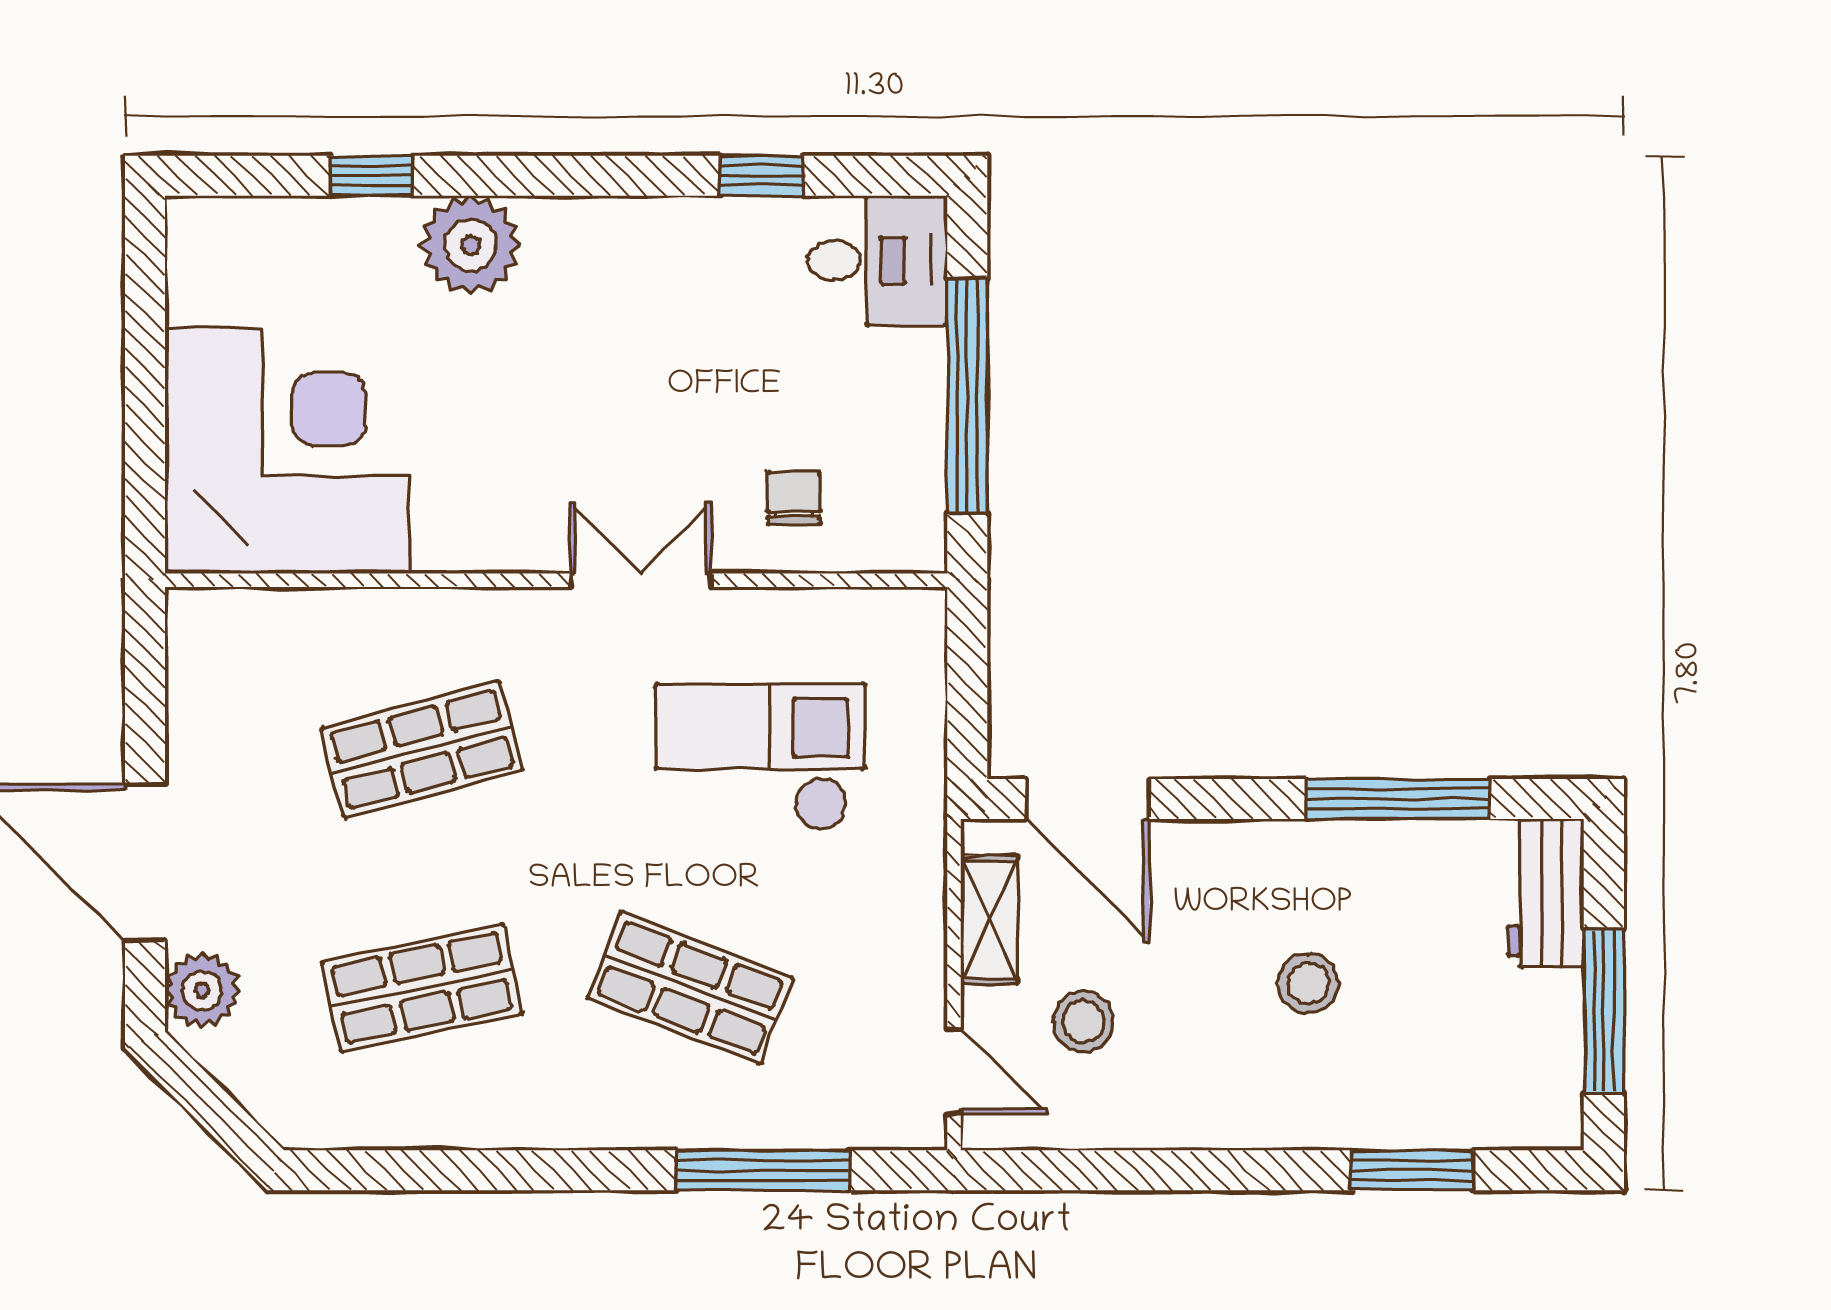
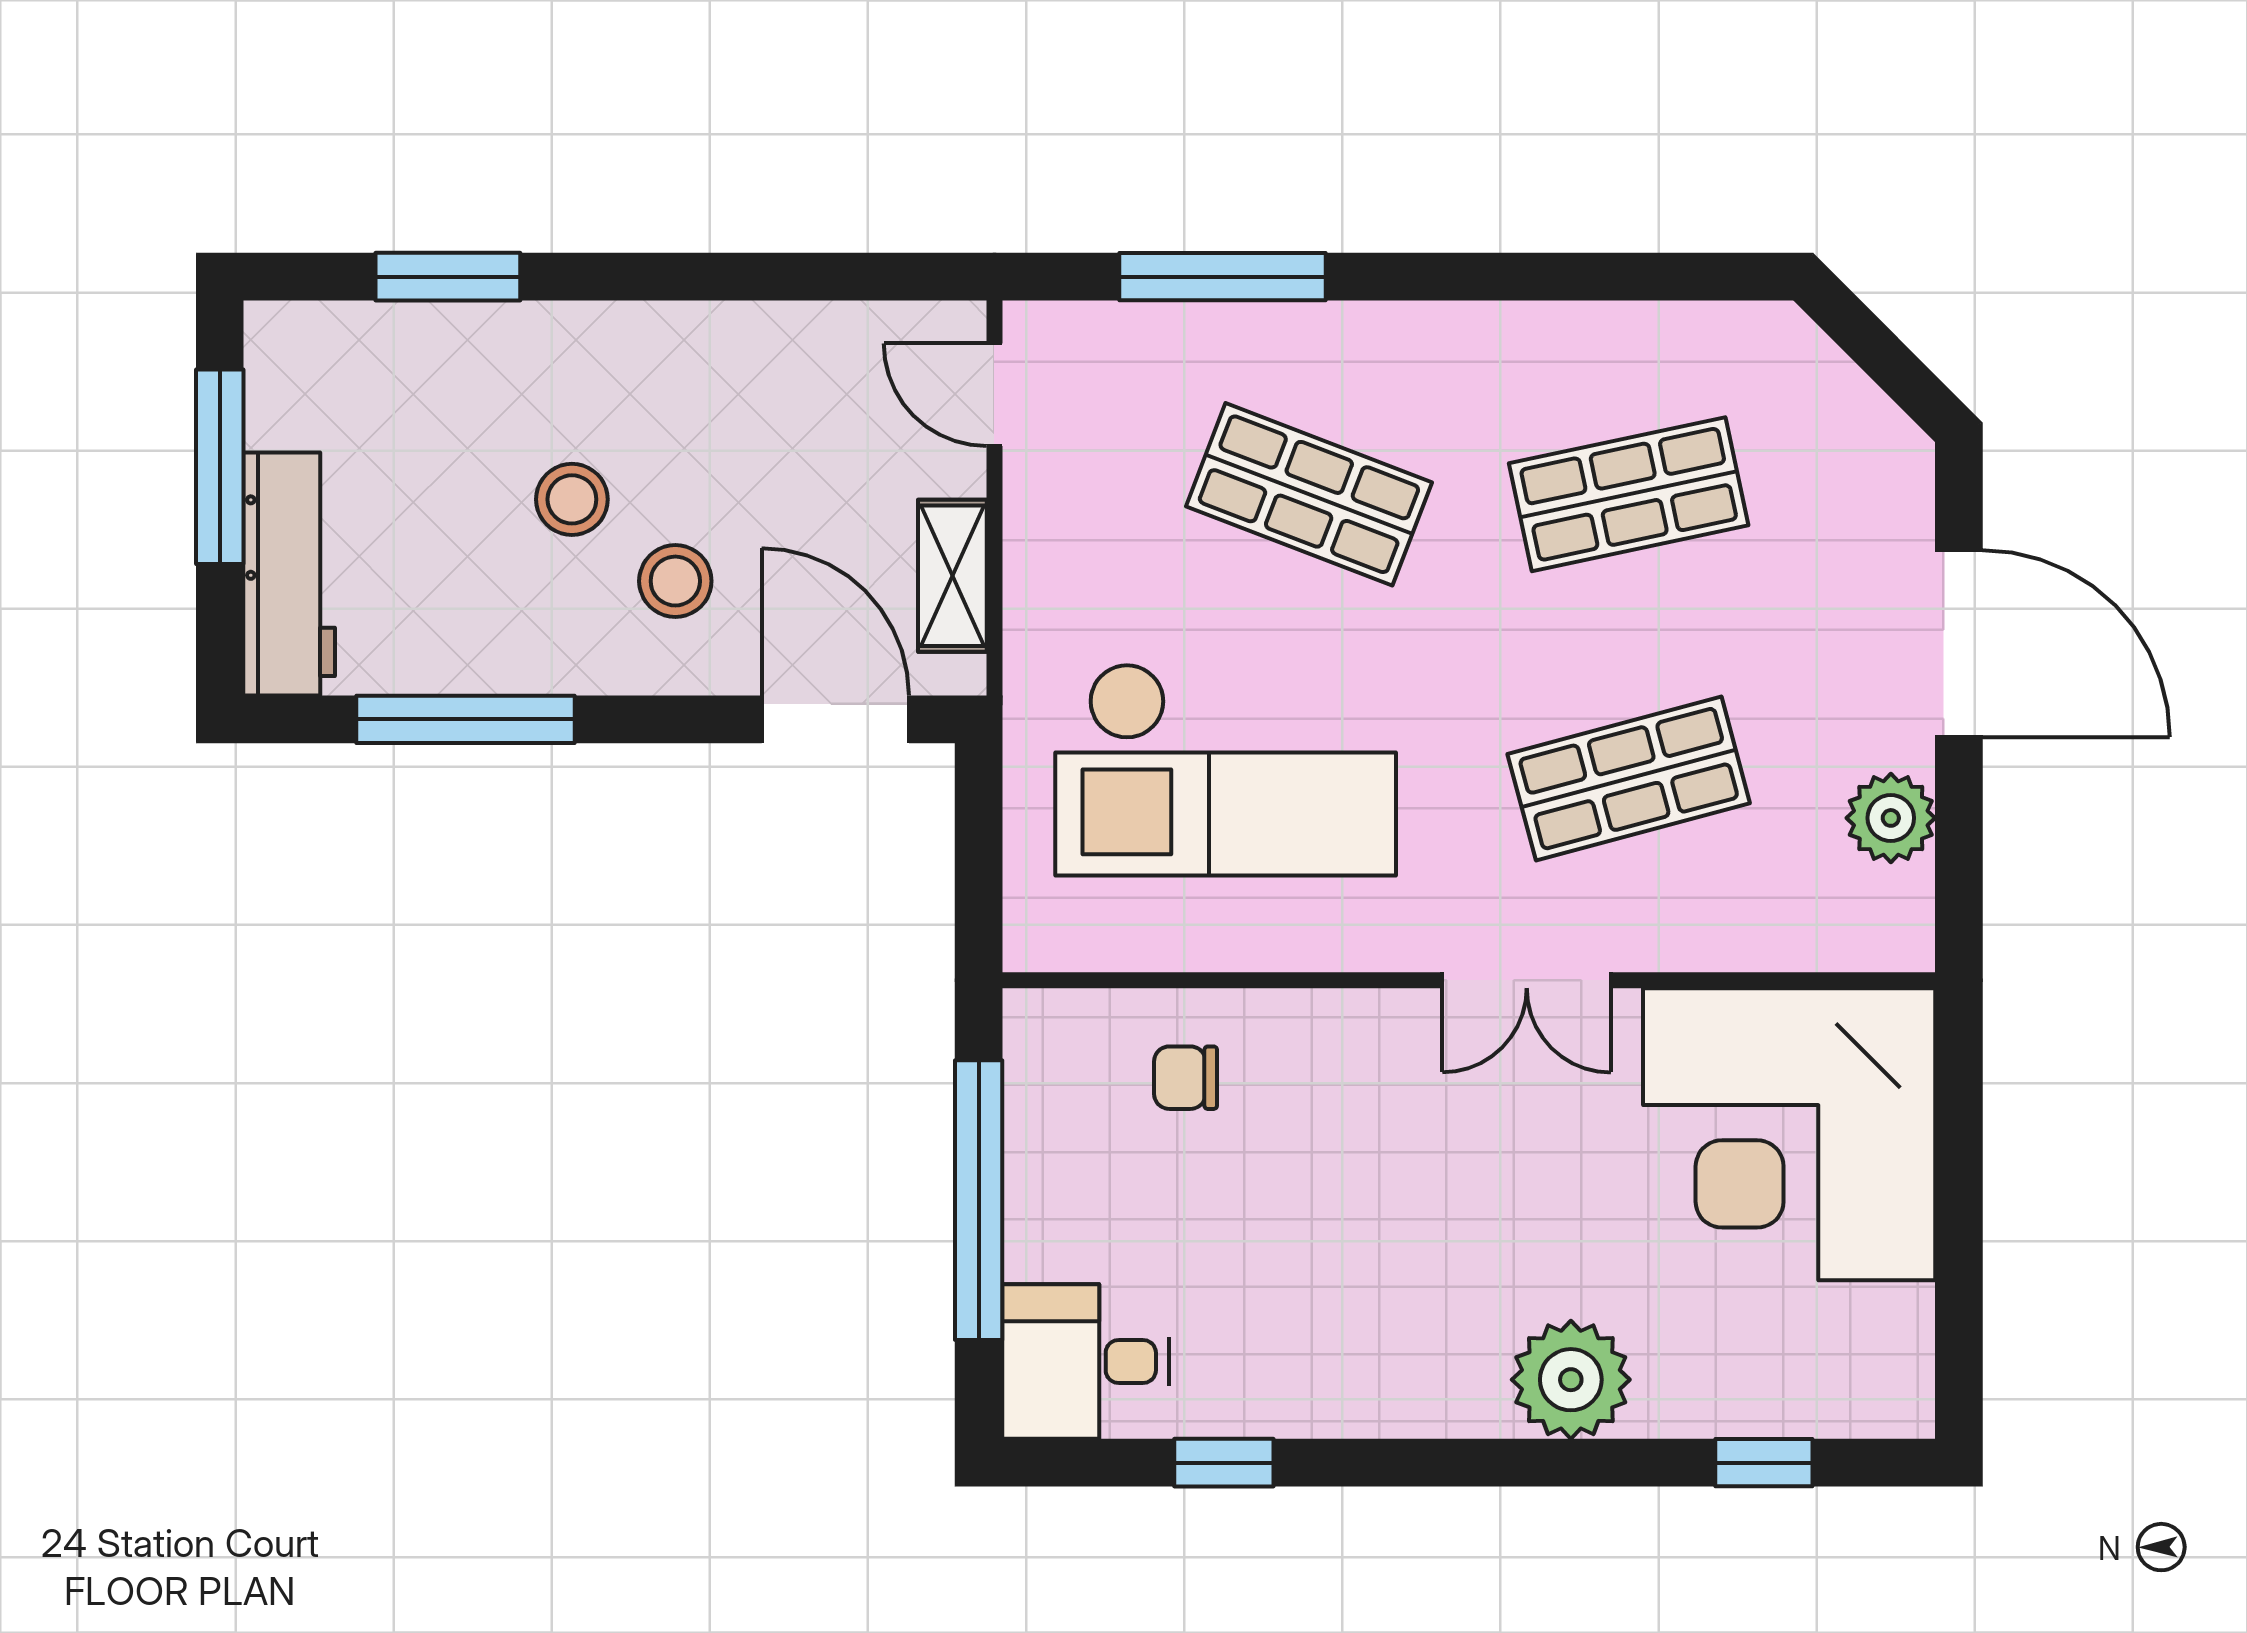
window: (371, 176) -> (1764, 1463), moved
chair: (794, 498) -> (1186, 1078), turned 90
double door: (640, 580) -> (1527, 980), moved
checkout: (760, 757) -> (1226, 769), width x1.36, depth x1.21
workbench: (1546, 893) -> (289, 574), width x1.38
plant: (202, 990) -> (1891, 818), moved
stool: (1083, 1021) -> (675, 581), moved

